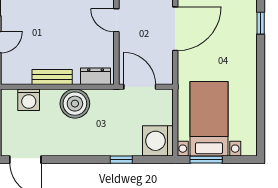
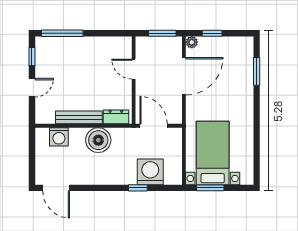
window: (261, 23) -> (257, 71), width x1.50
bench: (52, 77) -> (79, 117), width x1.36
washing machine: (158, 141) -> (150, 172), moved, turned 90

